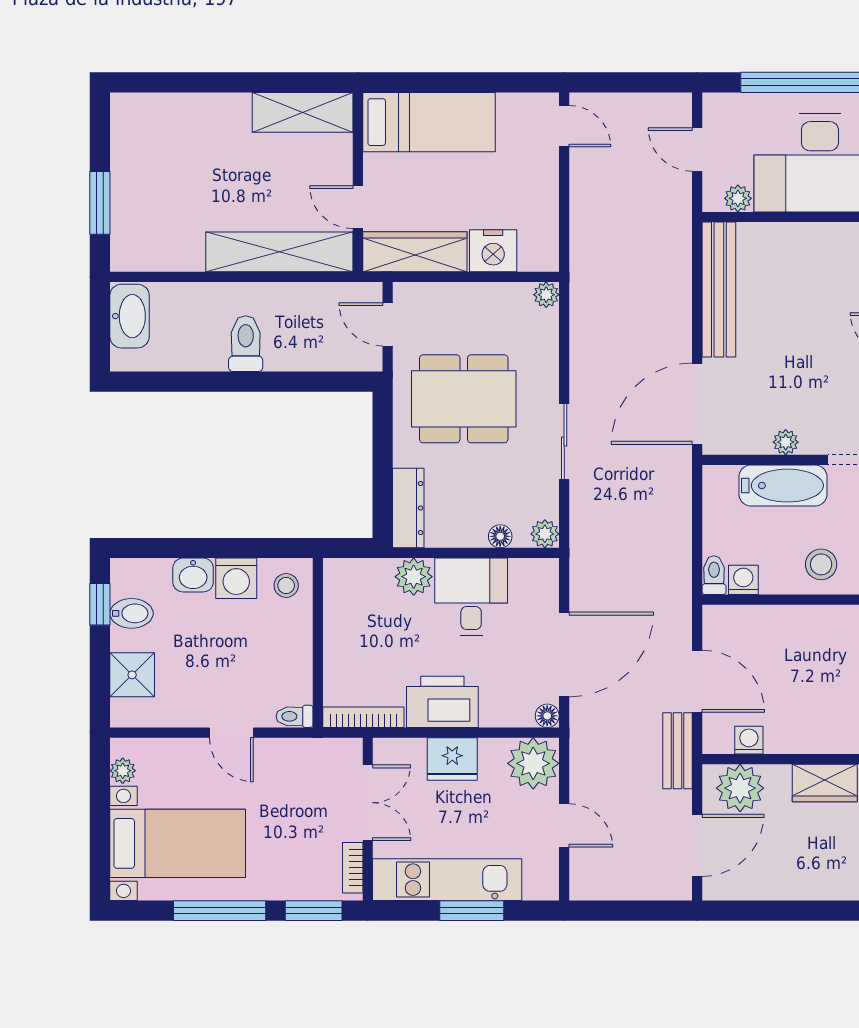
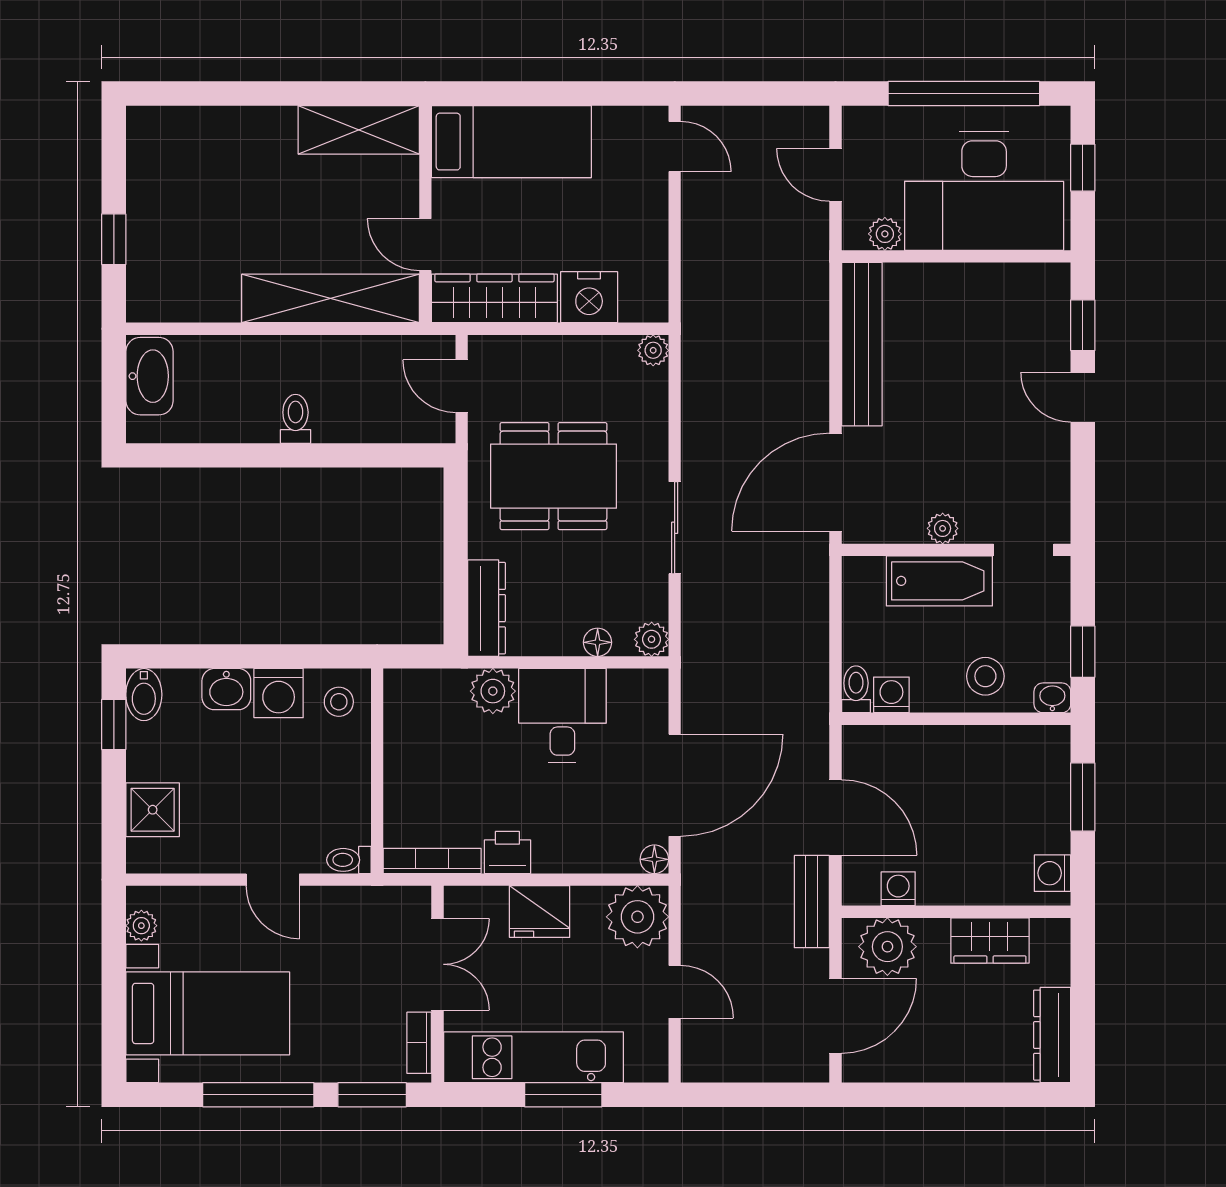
window: (100, 203) -> (114, 239), width x0.67
toilet: (246, 344) -> (295, 419), width x0.73, depth x0.72
bidet: (132, 613) -> (144, 695), moved, turned 90
printer: (442, 702) -> (507, 853), width x0.53, depth x0.68

